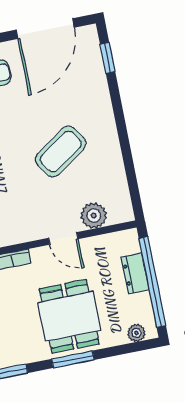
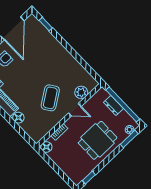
coffee table: (61, 151) -> (50, 98), moved
dining table: (69, 316) -> (98, 140), turned 90
window: (73, 359) -> (129, 139), moved

